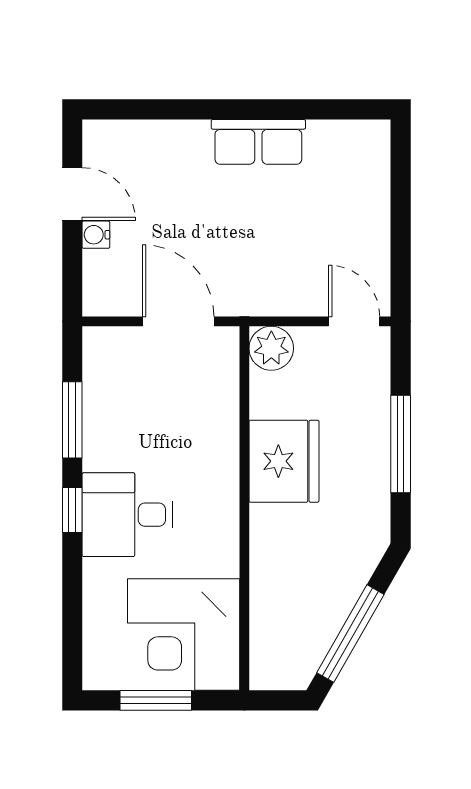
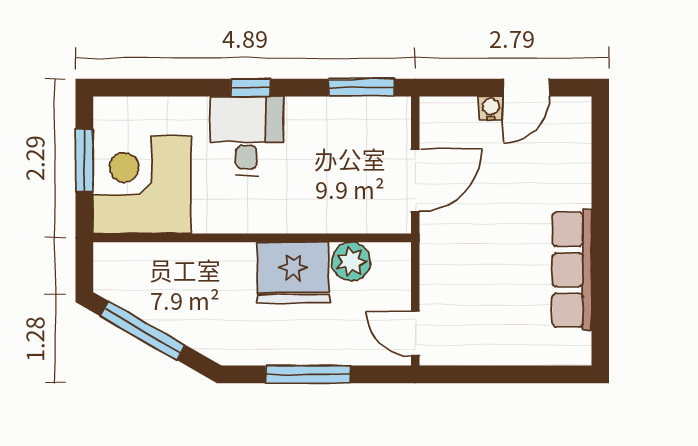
row of seats: (258, 142) -> (572, 270), width x1.48
door: (354, 321) -> (415, 334), swing flipped
plant: (271, 348) -> (351, 261), moved
window: (72, 420) -> (362, 88), moved

